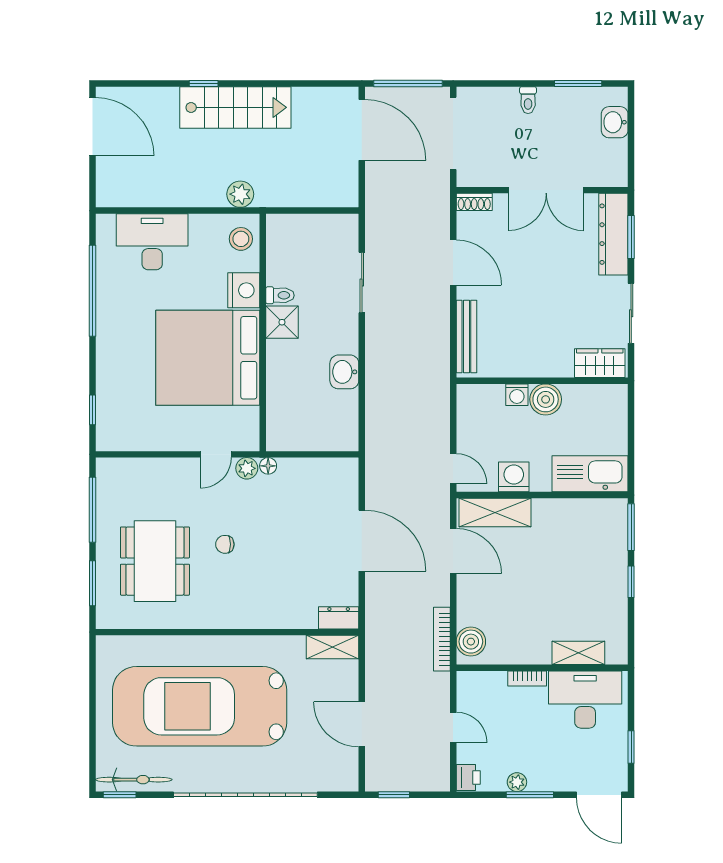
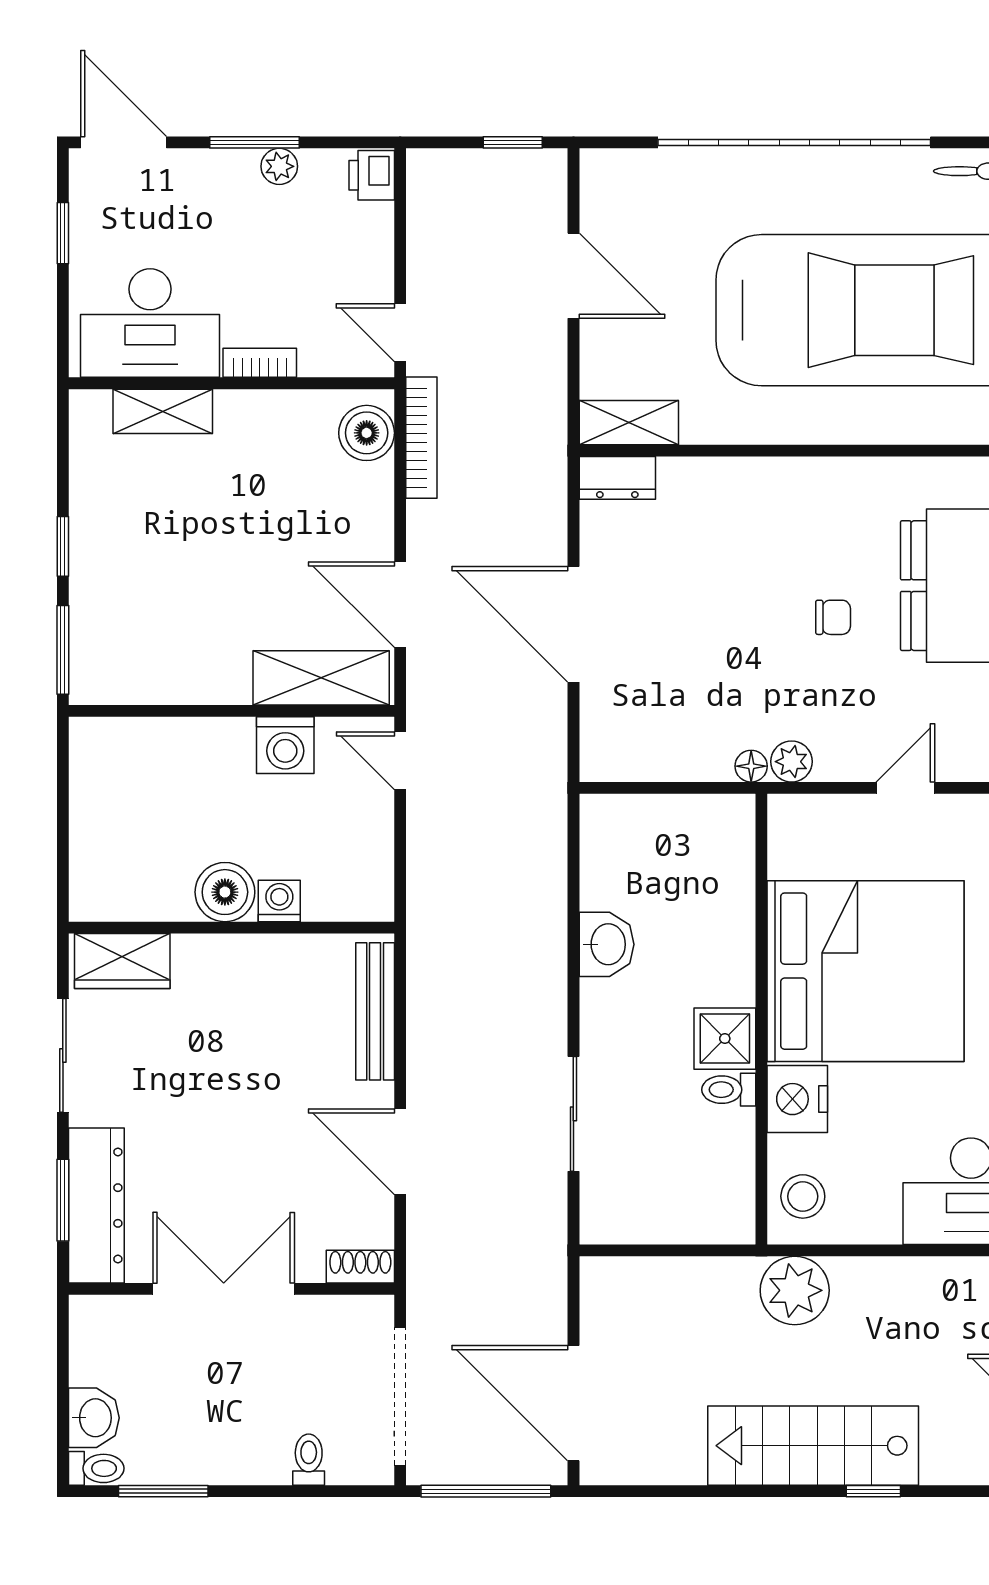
toilet: (613, 95) -> (96, 1468), added
toilet: (528, 100) -> (309, 1460), moved
plant: (240, 194) -> (795, 1290), width x1.36, depth x1.36
door: (216, 454) -> (905, 788), moved
kitchen sink: (590, 474) -> (140, 751), removed
door: (453, 727) -> (400, 333), moved

